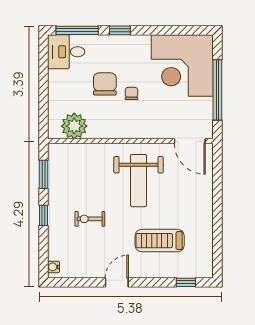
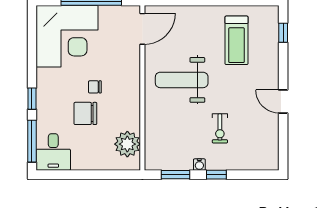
weight bench: (138, 181) -> (182, 80), turned 180
treadmill: (160, 241) -> (236, 40), moved
water cooler: (54, 267) -> (199, 165), moved

